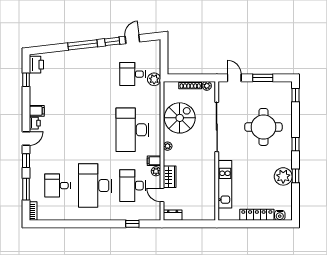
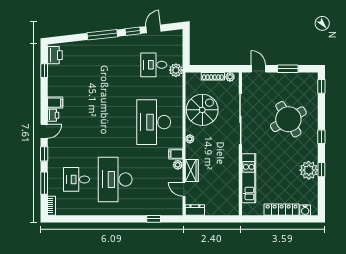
round table: (263, 127) -> (288, 119), turned -30
desk: (133, 186) -> (154, 179), removed

